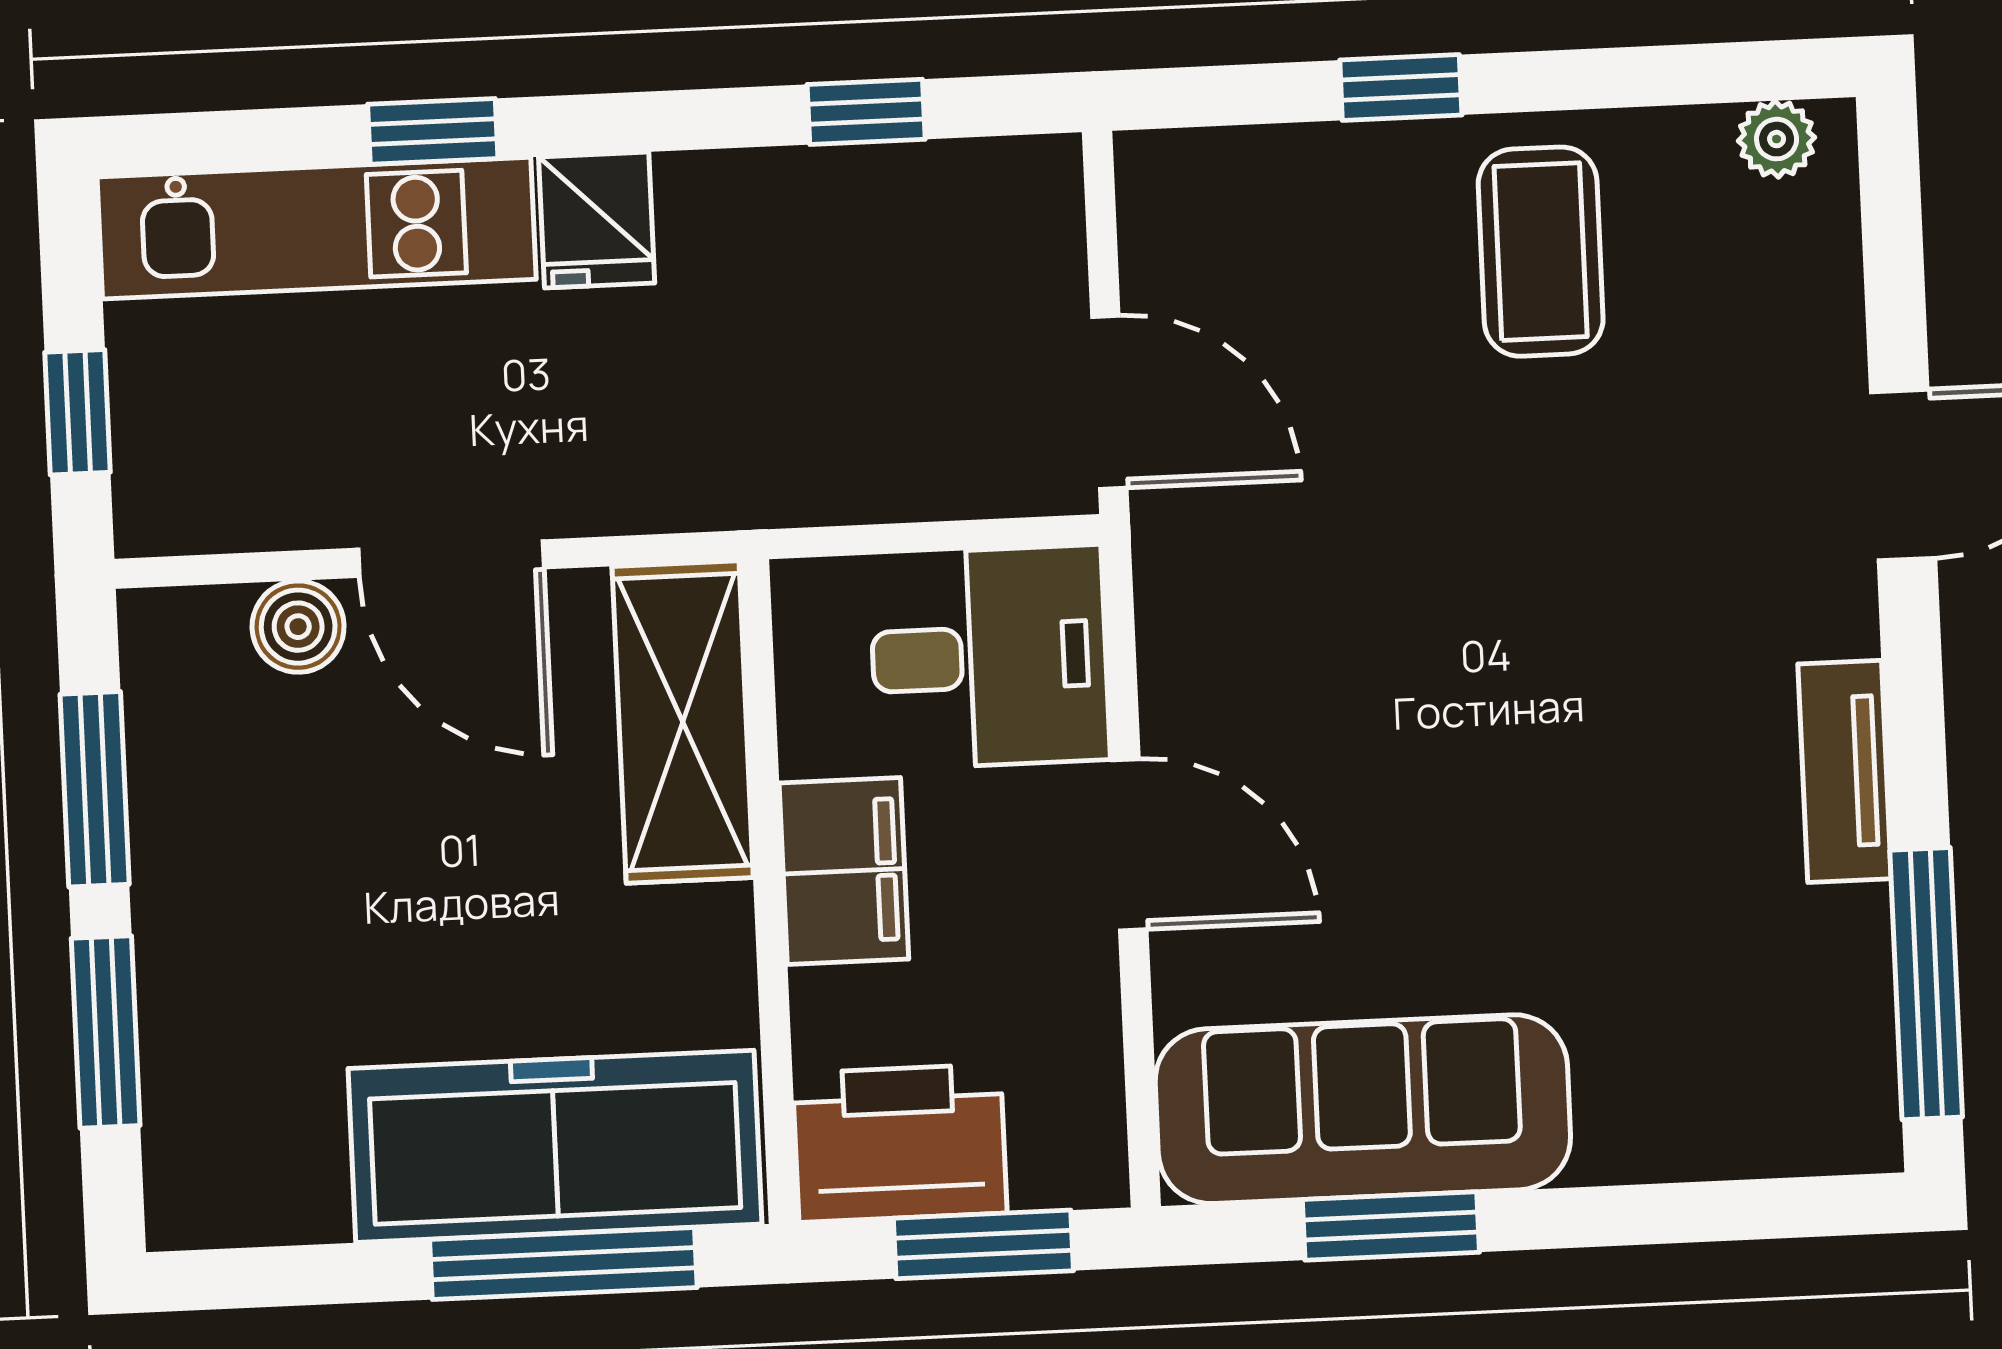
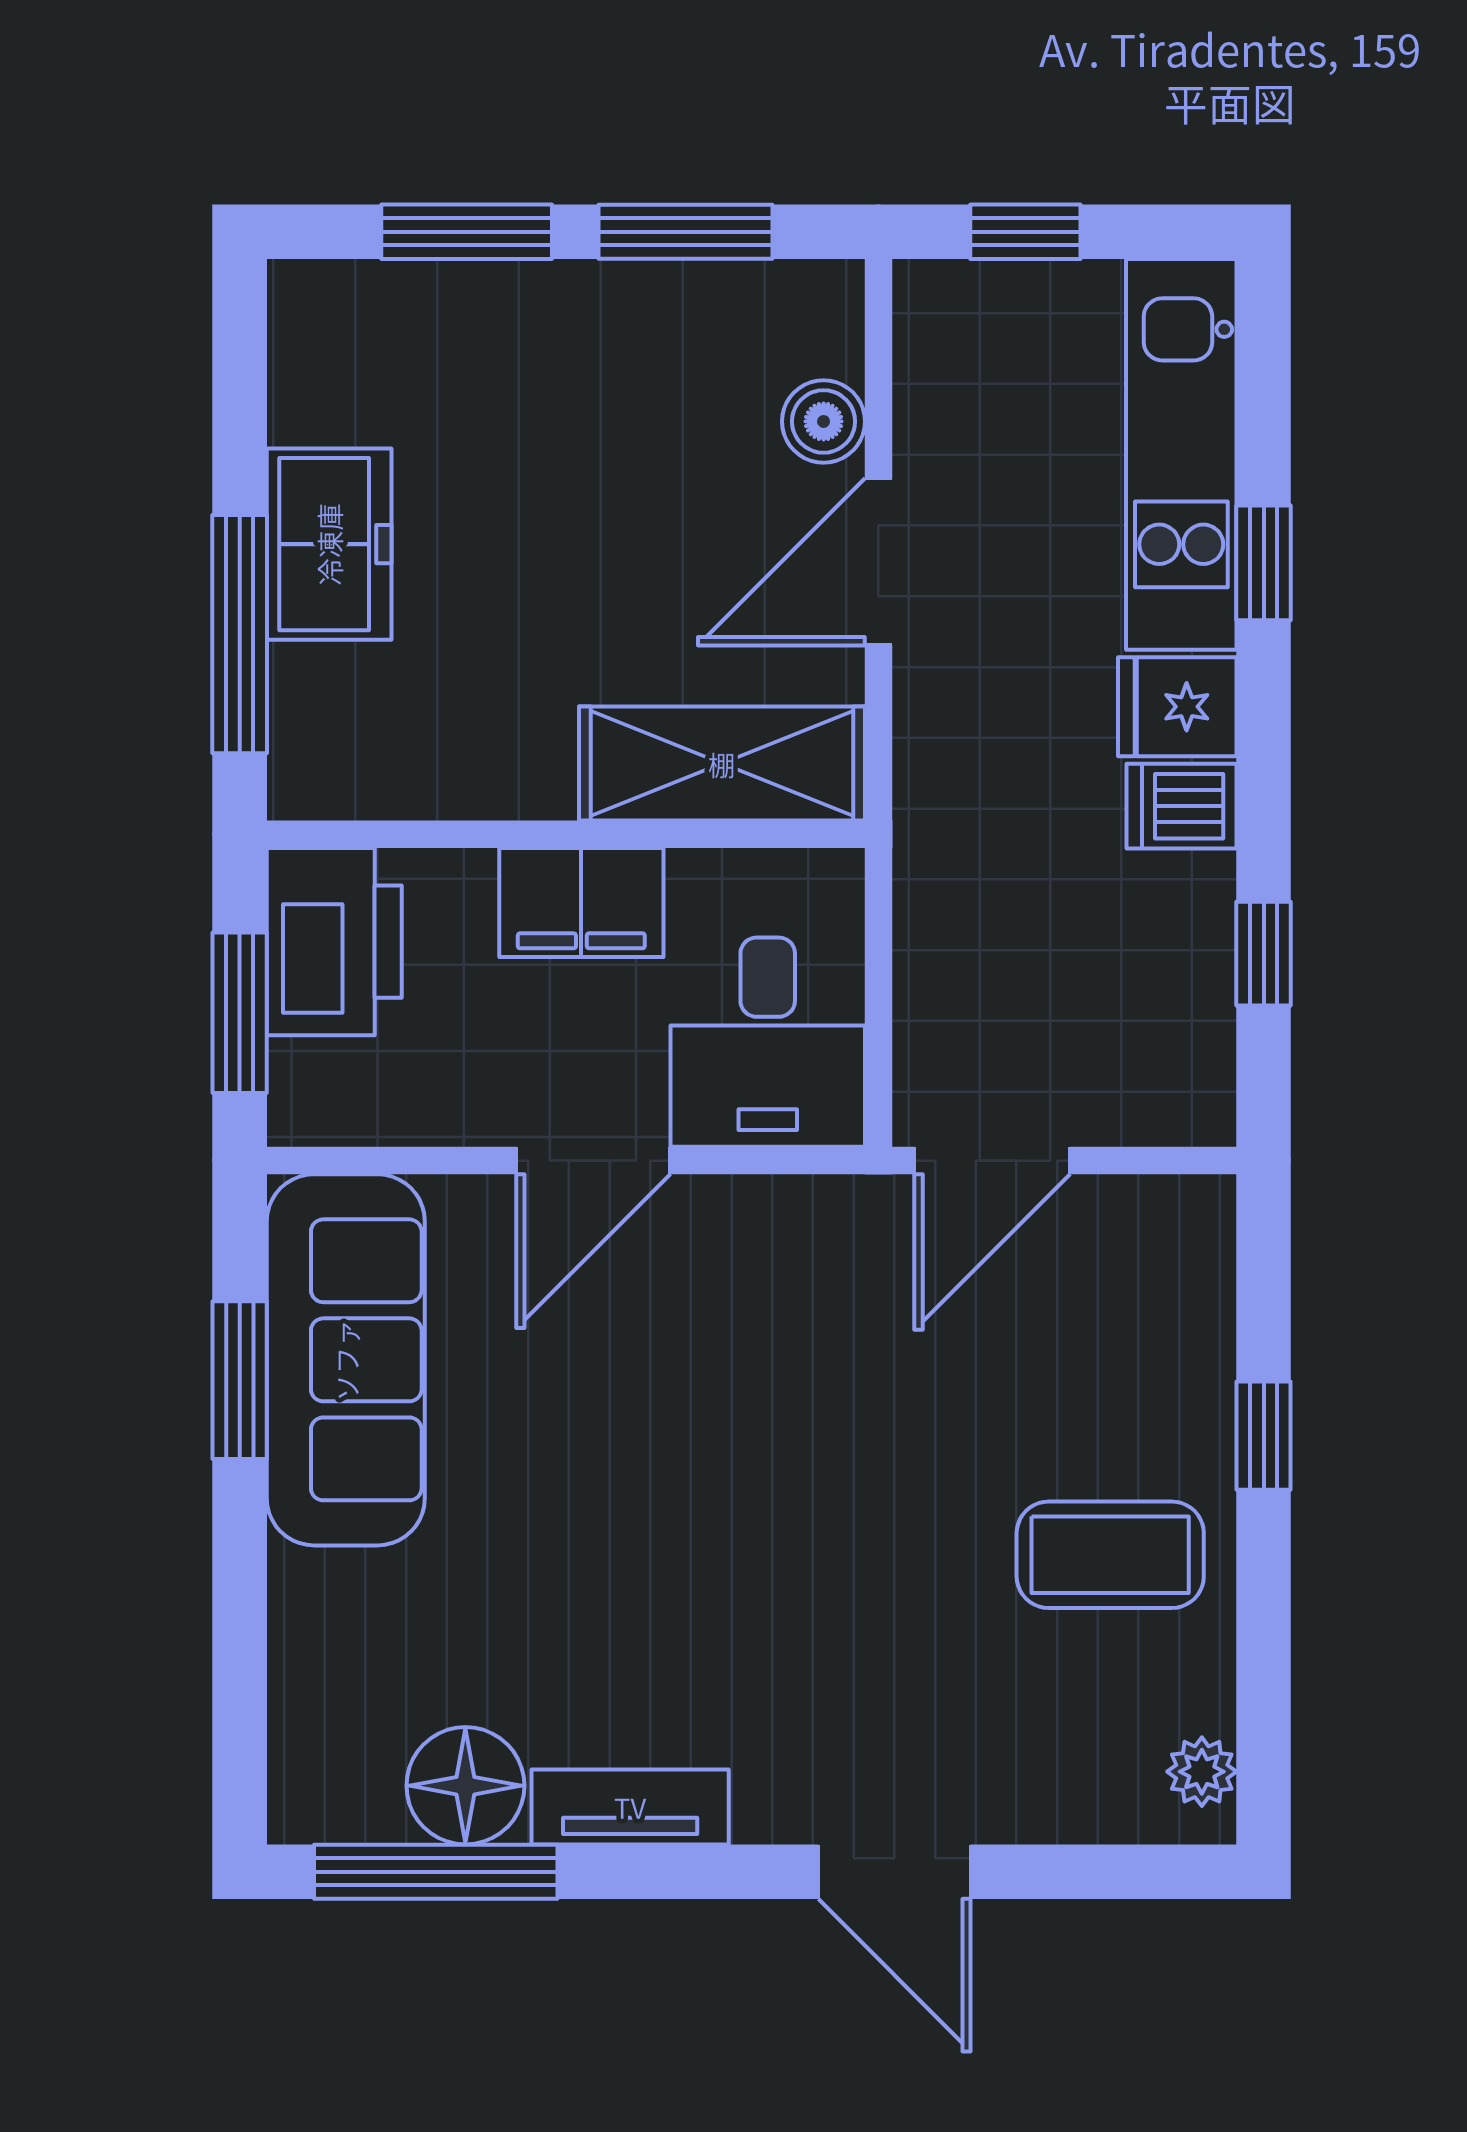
dishwasher: (707, 210) -> (1182, 806), added
floor lamp: (1829, 955) -> (465, 1786), added
freezer: (555, 1146) -> (329, 544), width x0.52, depth x0.79

